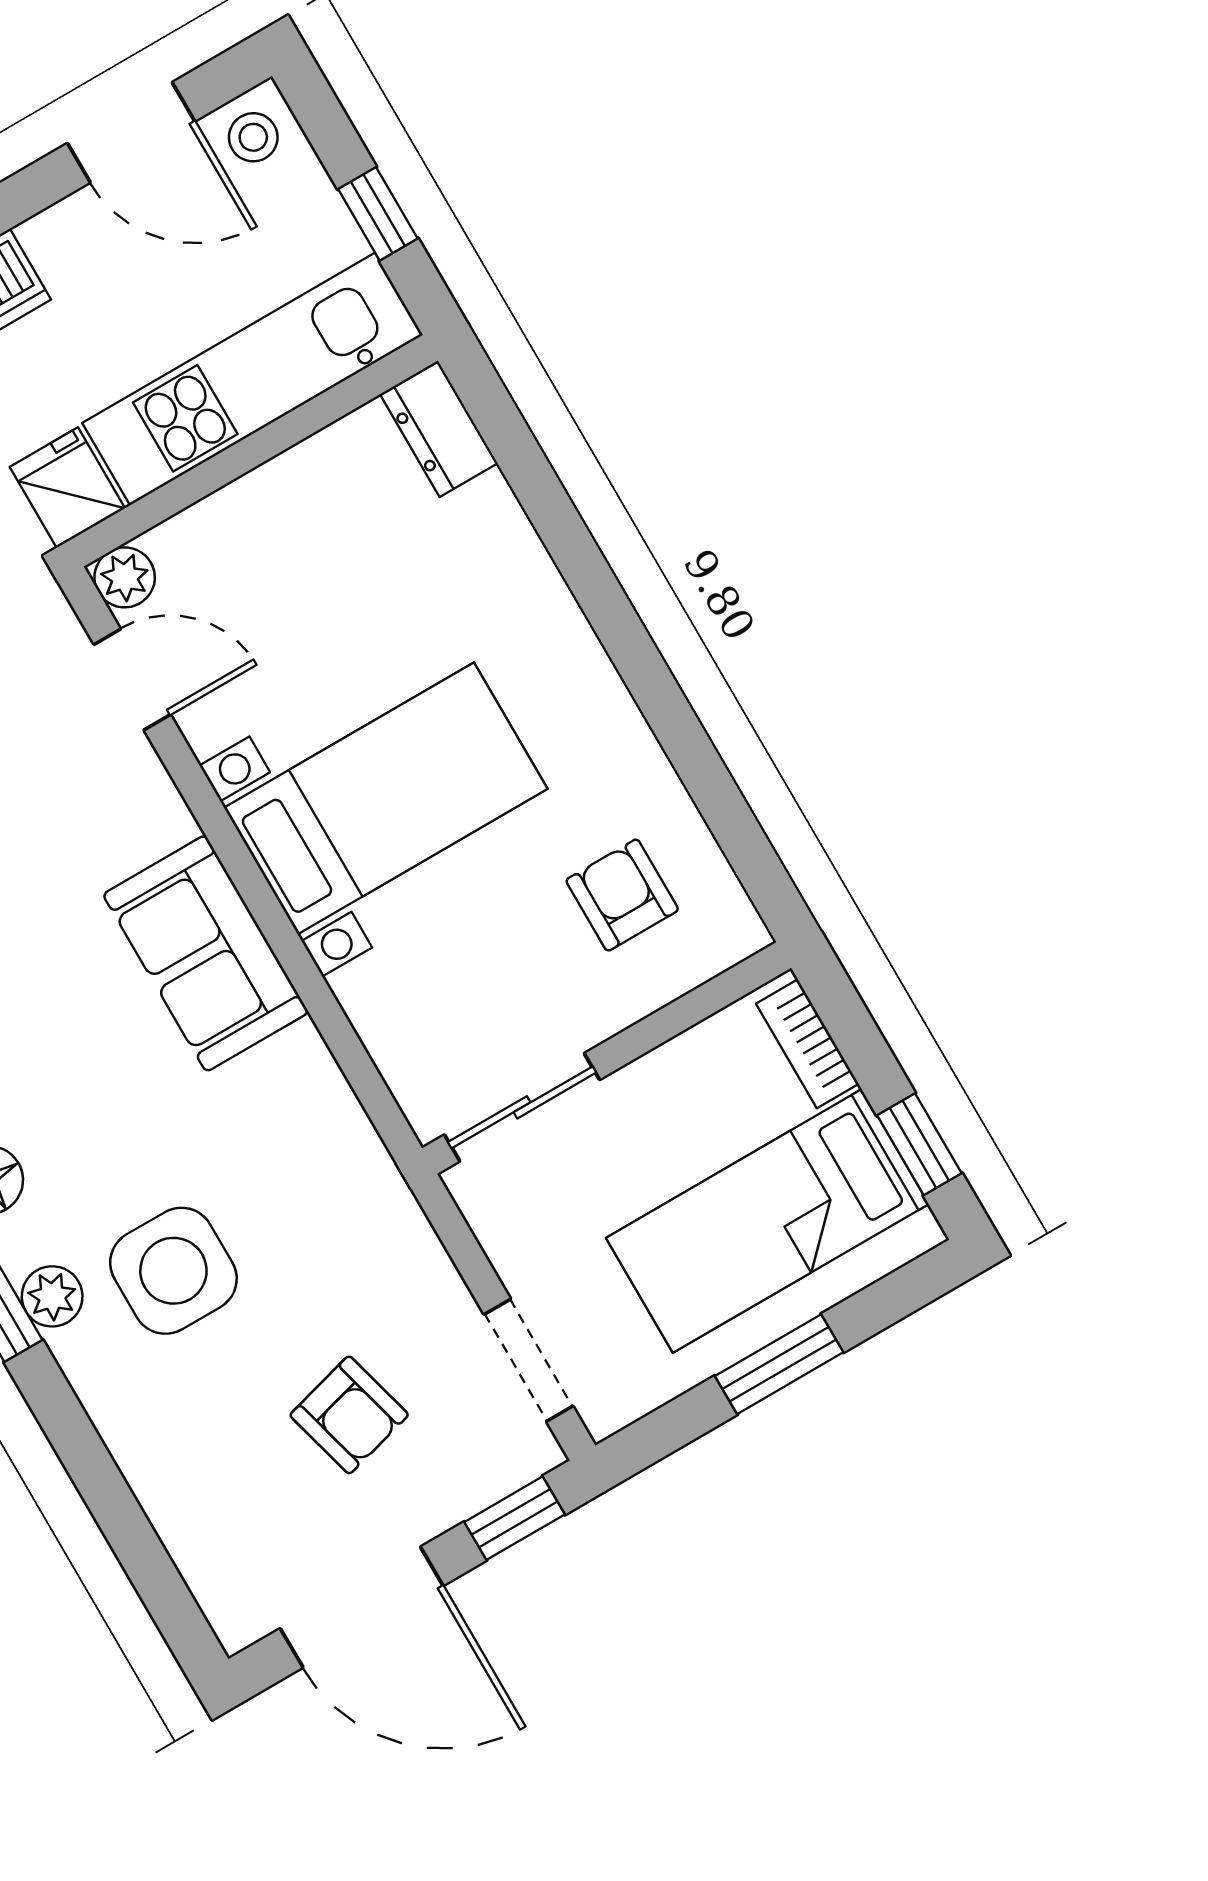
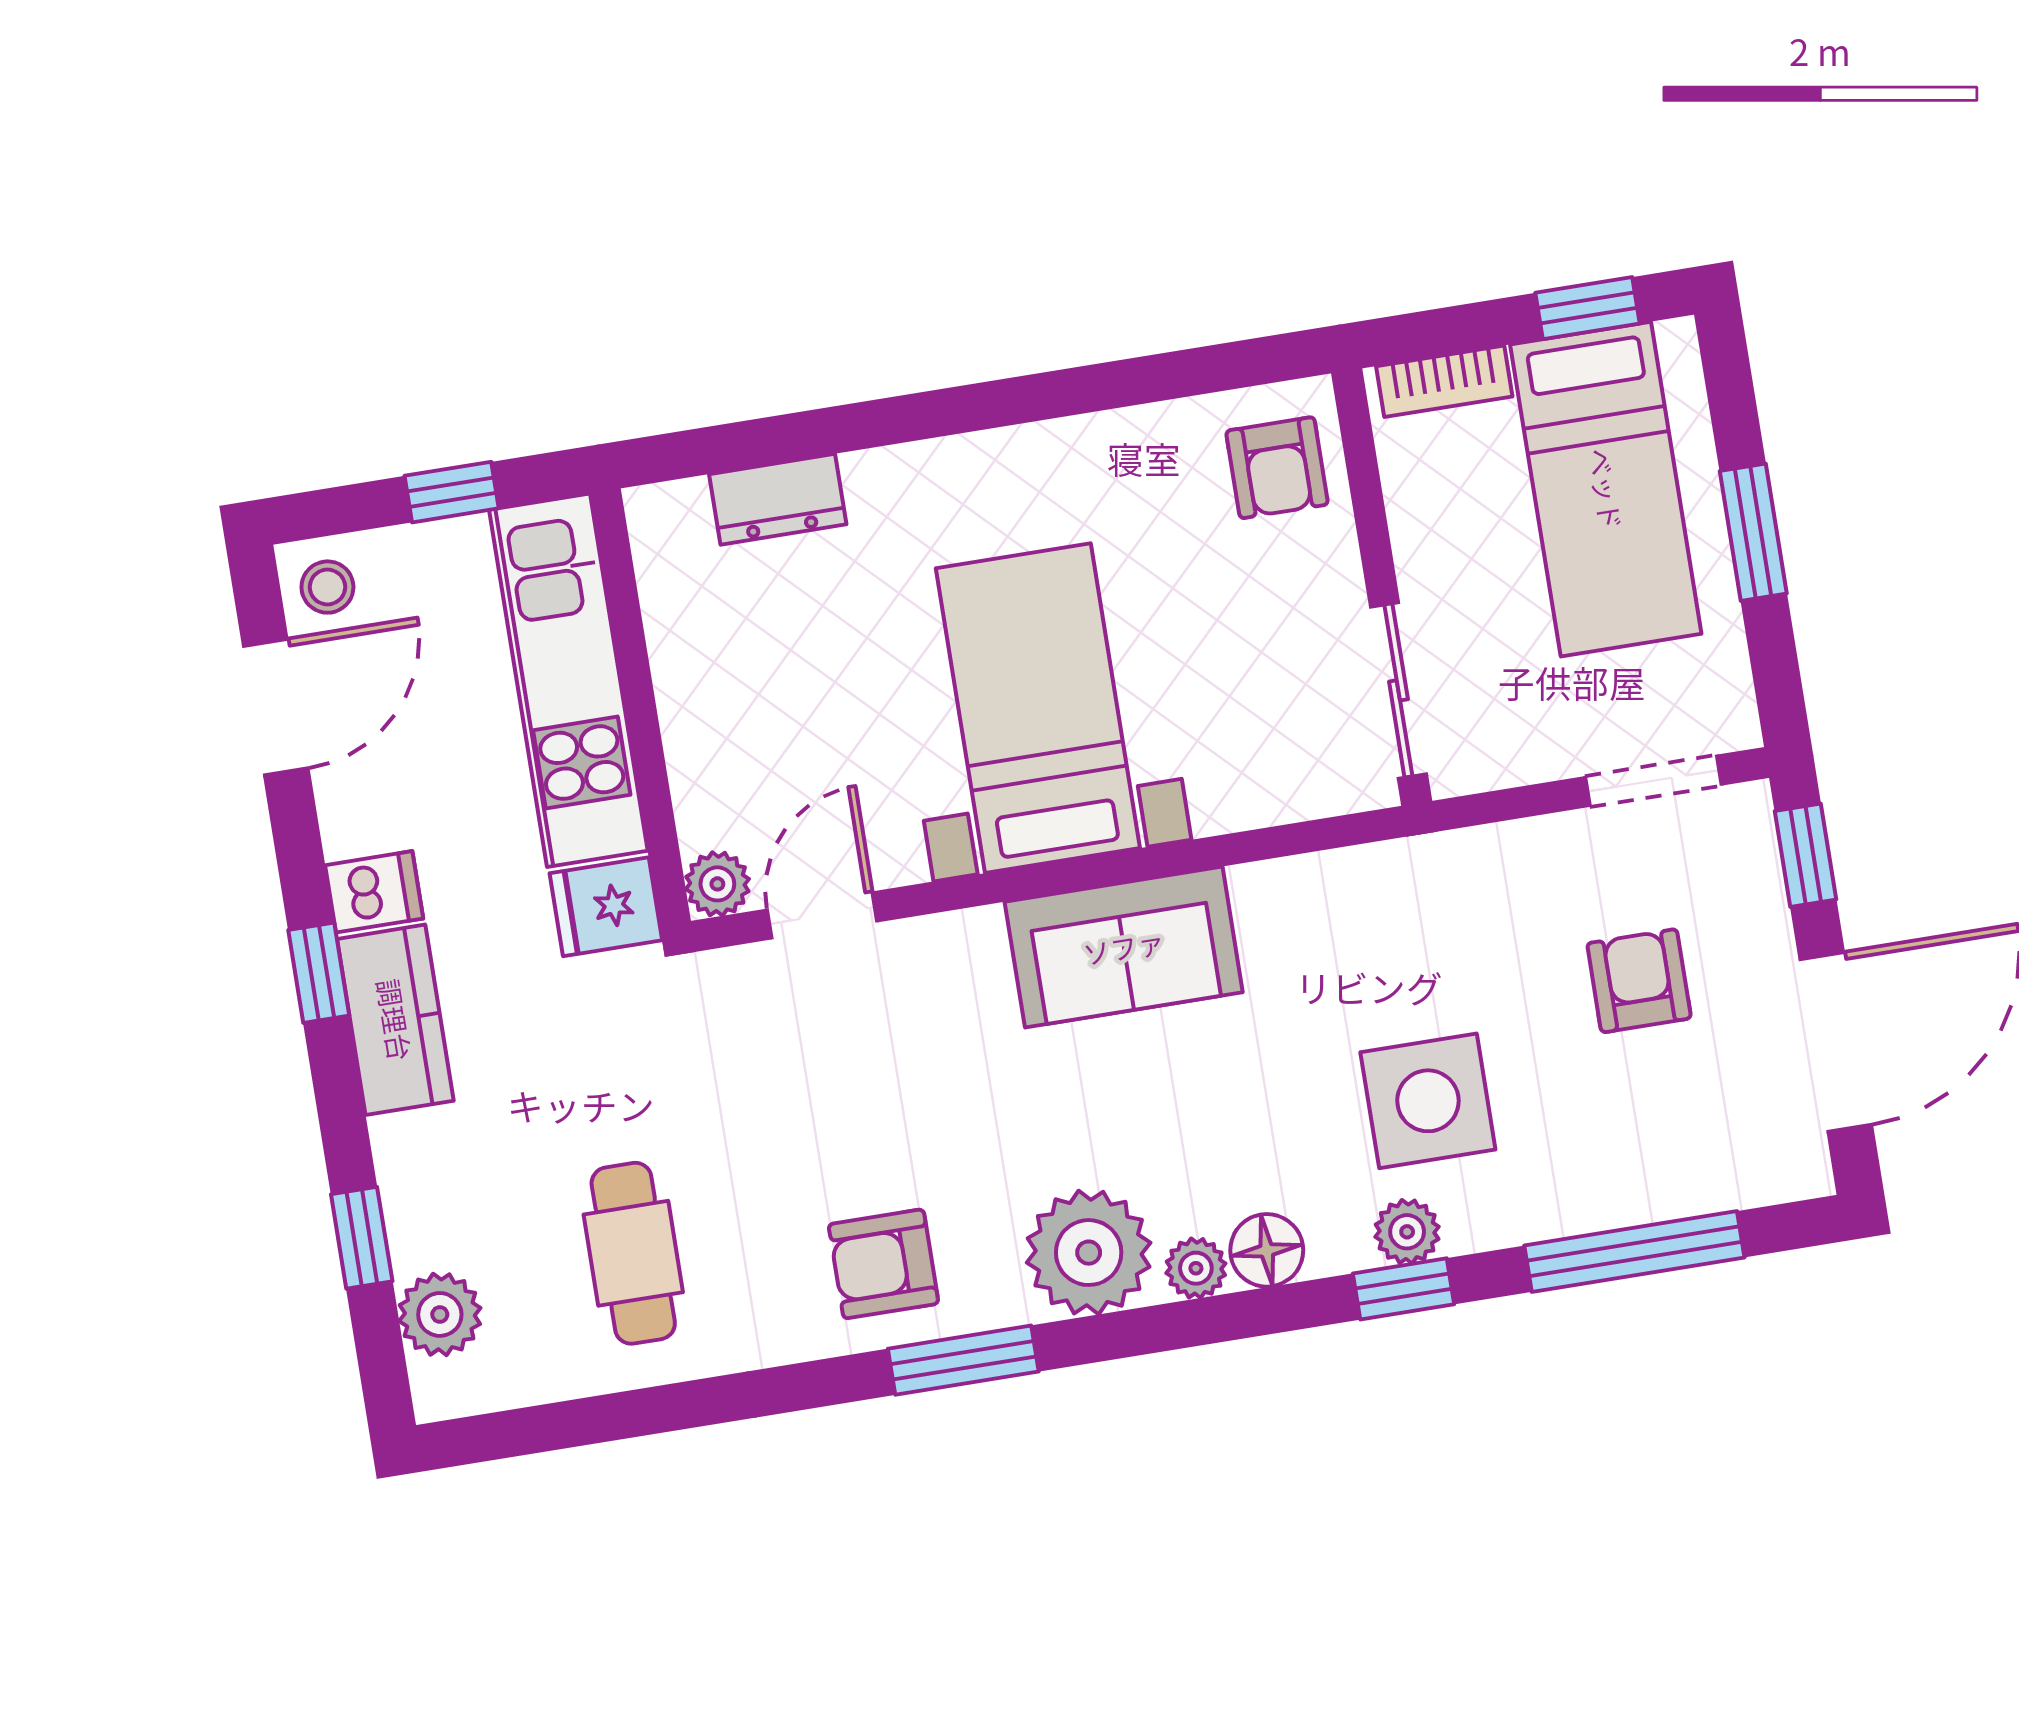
dresser: (439, 429) -> (778, 499), moved
armchair: (622, 895) -> (1277, 468), moved, turned -90
armchair: (349, 1415) -> (1639, 981), turned -75
window: (111, 1502) -> (1634, 1251), added

